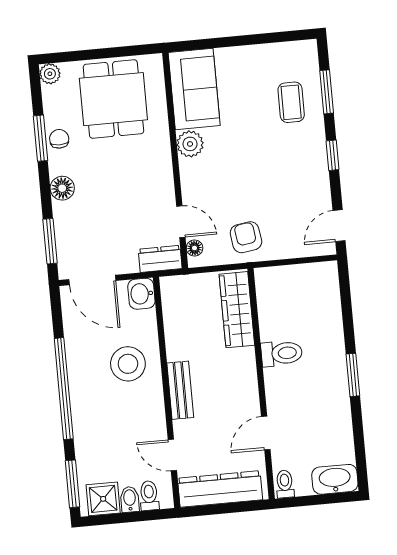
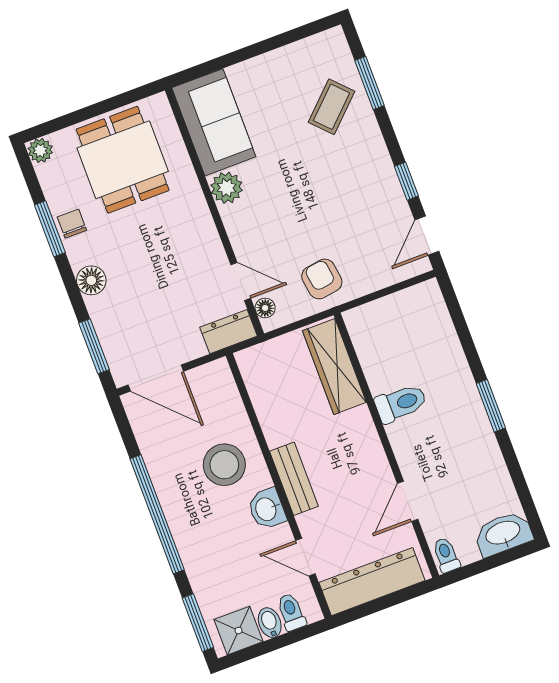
coffee table: (291, 102) -> (331, 107), turned 46
window: (332, 155) -> (406, 181), moved
washbasin: (141, 294) -> (267, 509), moved

